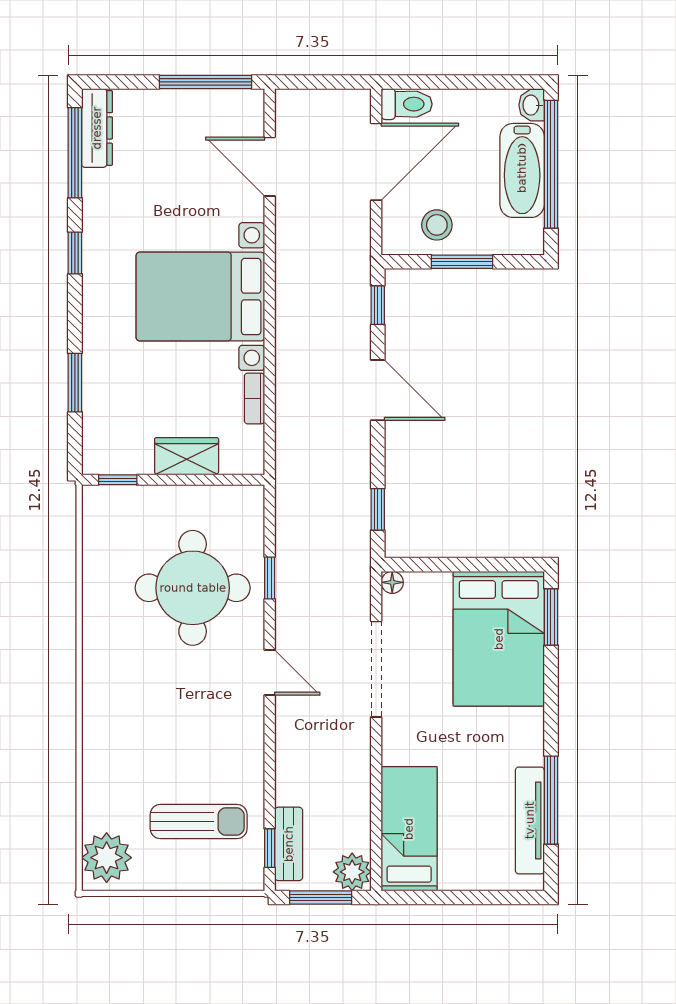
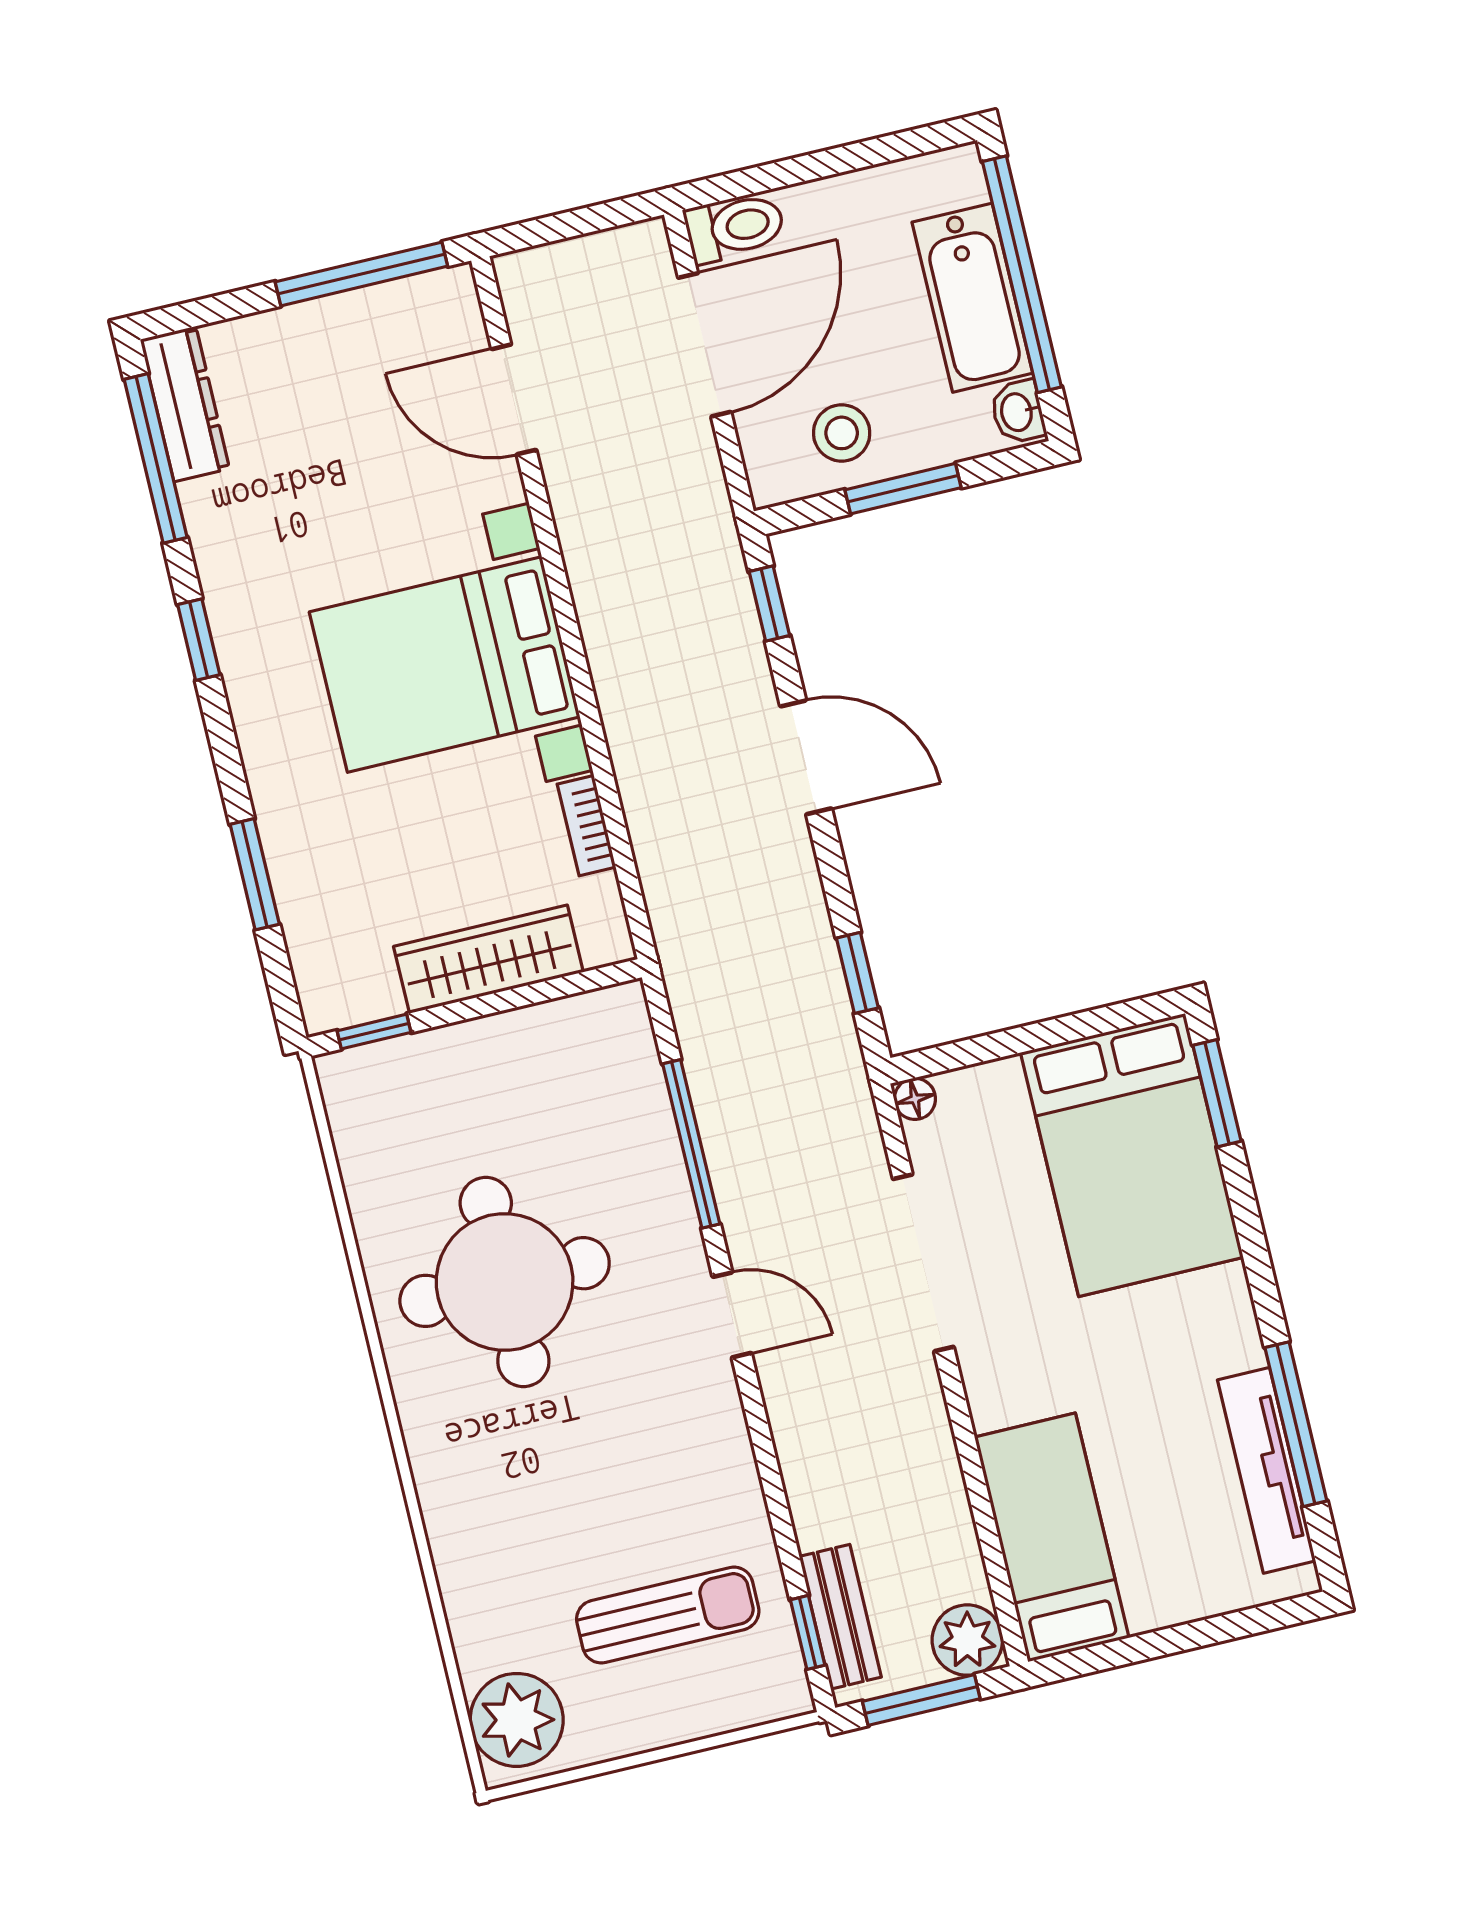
washbasin: (532, 105) -> (1018, 412), moved
wardrobe: (187, 456) -> (488, 959), width x1.50
window: (270, 578) -> (691, 1144), width x2.17
round table: (193, 588) -> (505, 1282), moved

